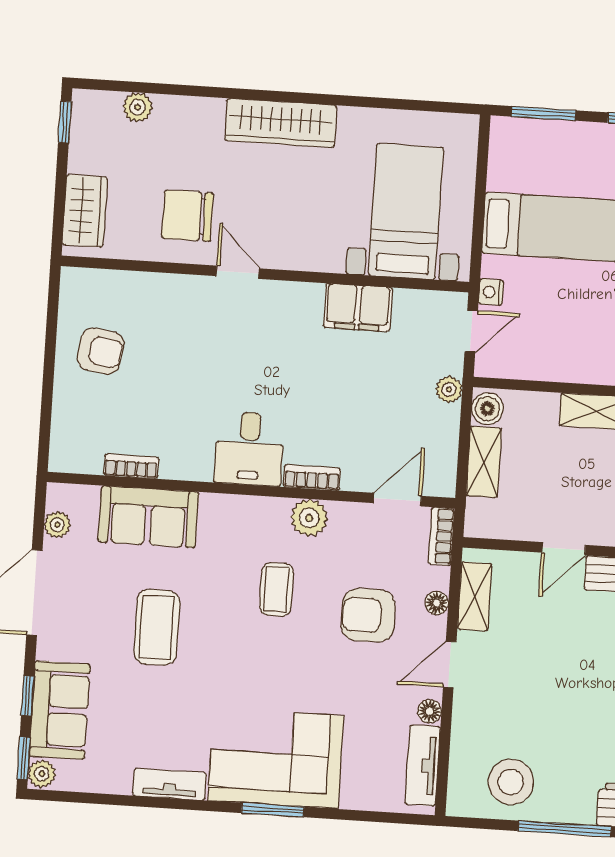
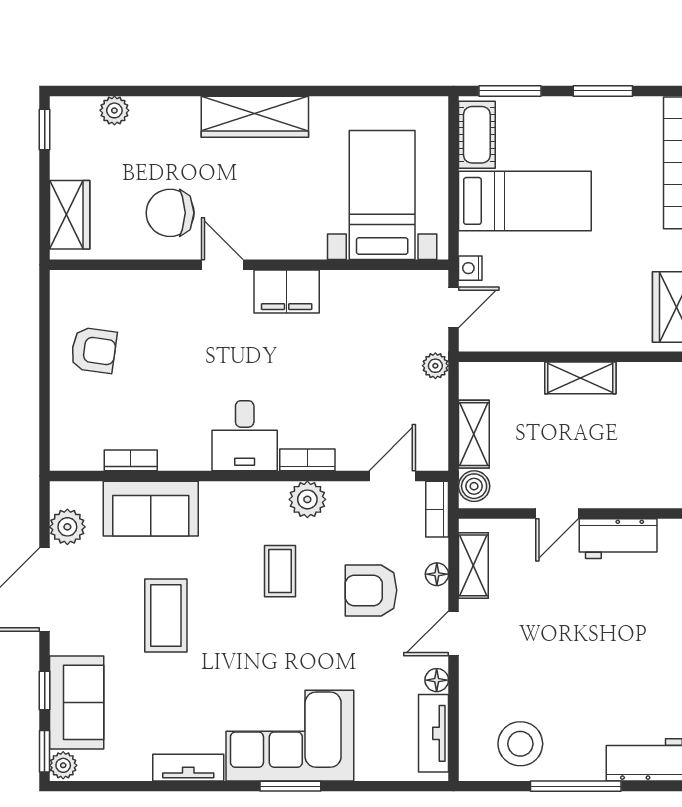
cot: (507, 156) -> (477, 135), added
filing cabinet: (358, 307) -> (287, 291), moved
boiler: (487, 409) -> (474, 486), moved
plant: (57, 525) -> (67, 527), width x1.38, depth x1.38

